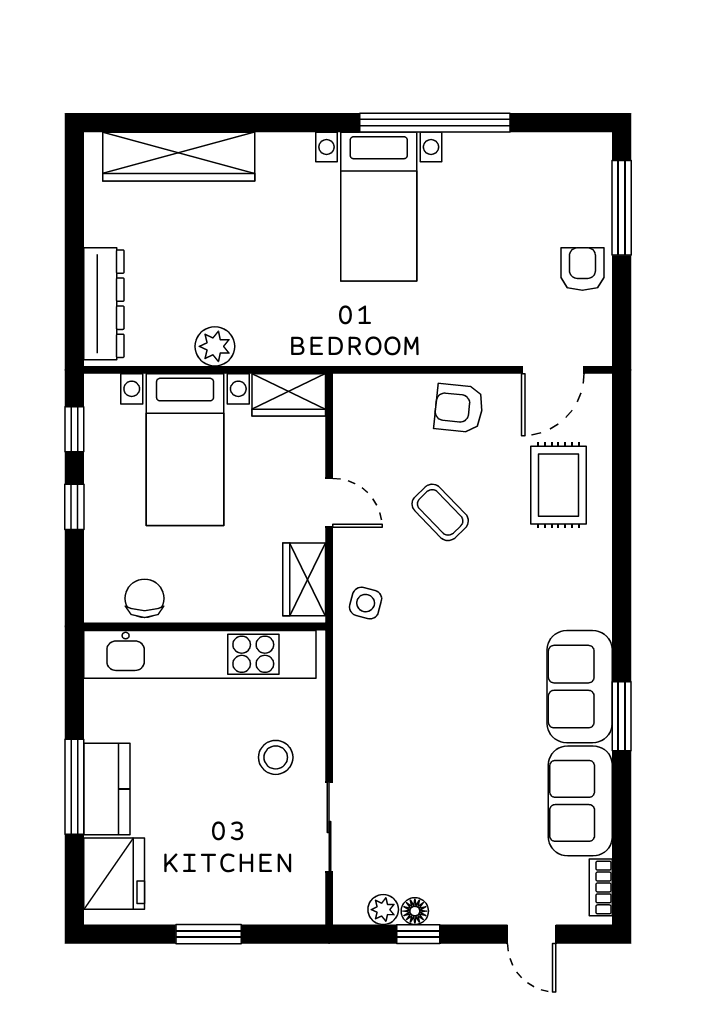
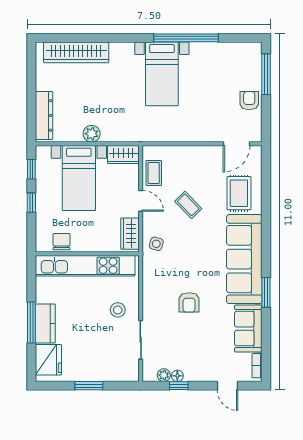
armchair: (459, 408) -> (189, 302), moved, turned -96
coffee table: (360, 438) -> (154, 173), added
sofa: (580, 687) -> (244, 259), width x1.85, depth x1.27

